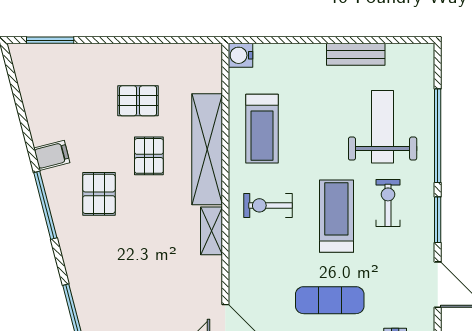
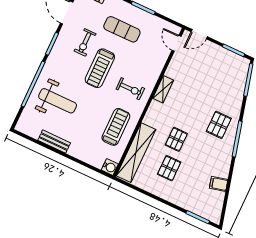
pallet: (138, 101) -> (169, 168), turned 90
weight bench: (383, 127) -> (58, 101), turned -90
shelving: (207, 149) -> (136, 153), moved
filing cabinet: (52, 155) -> (219, 184), moved
pallet: (99, 194) -> (219, 125), moved
exercise bike: (388, 203) -> (85, 42), moved

